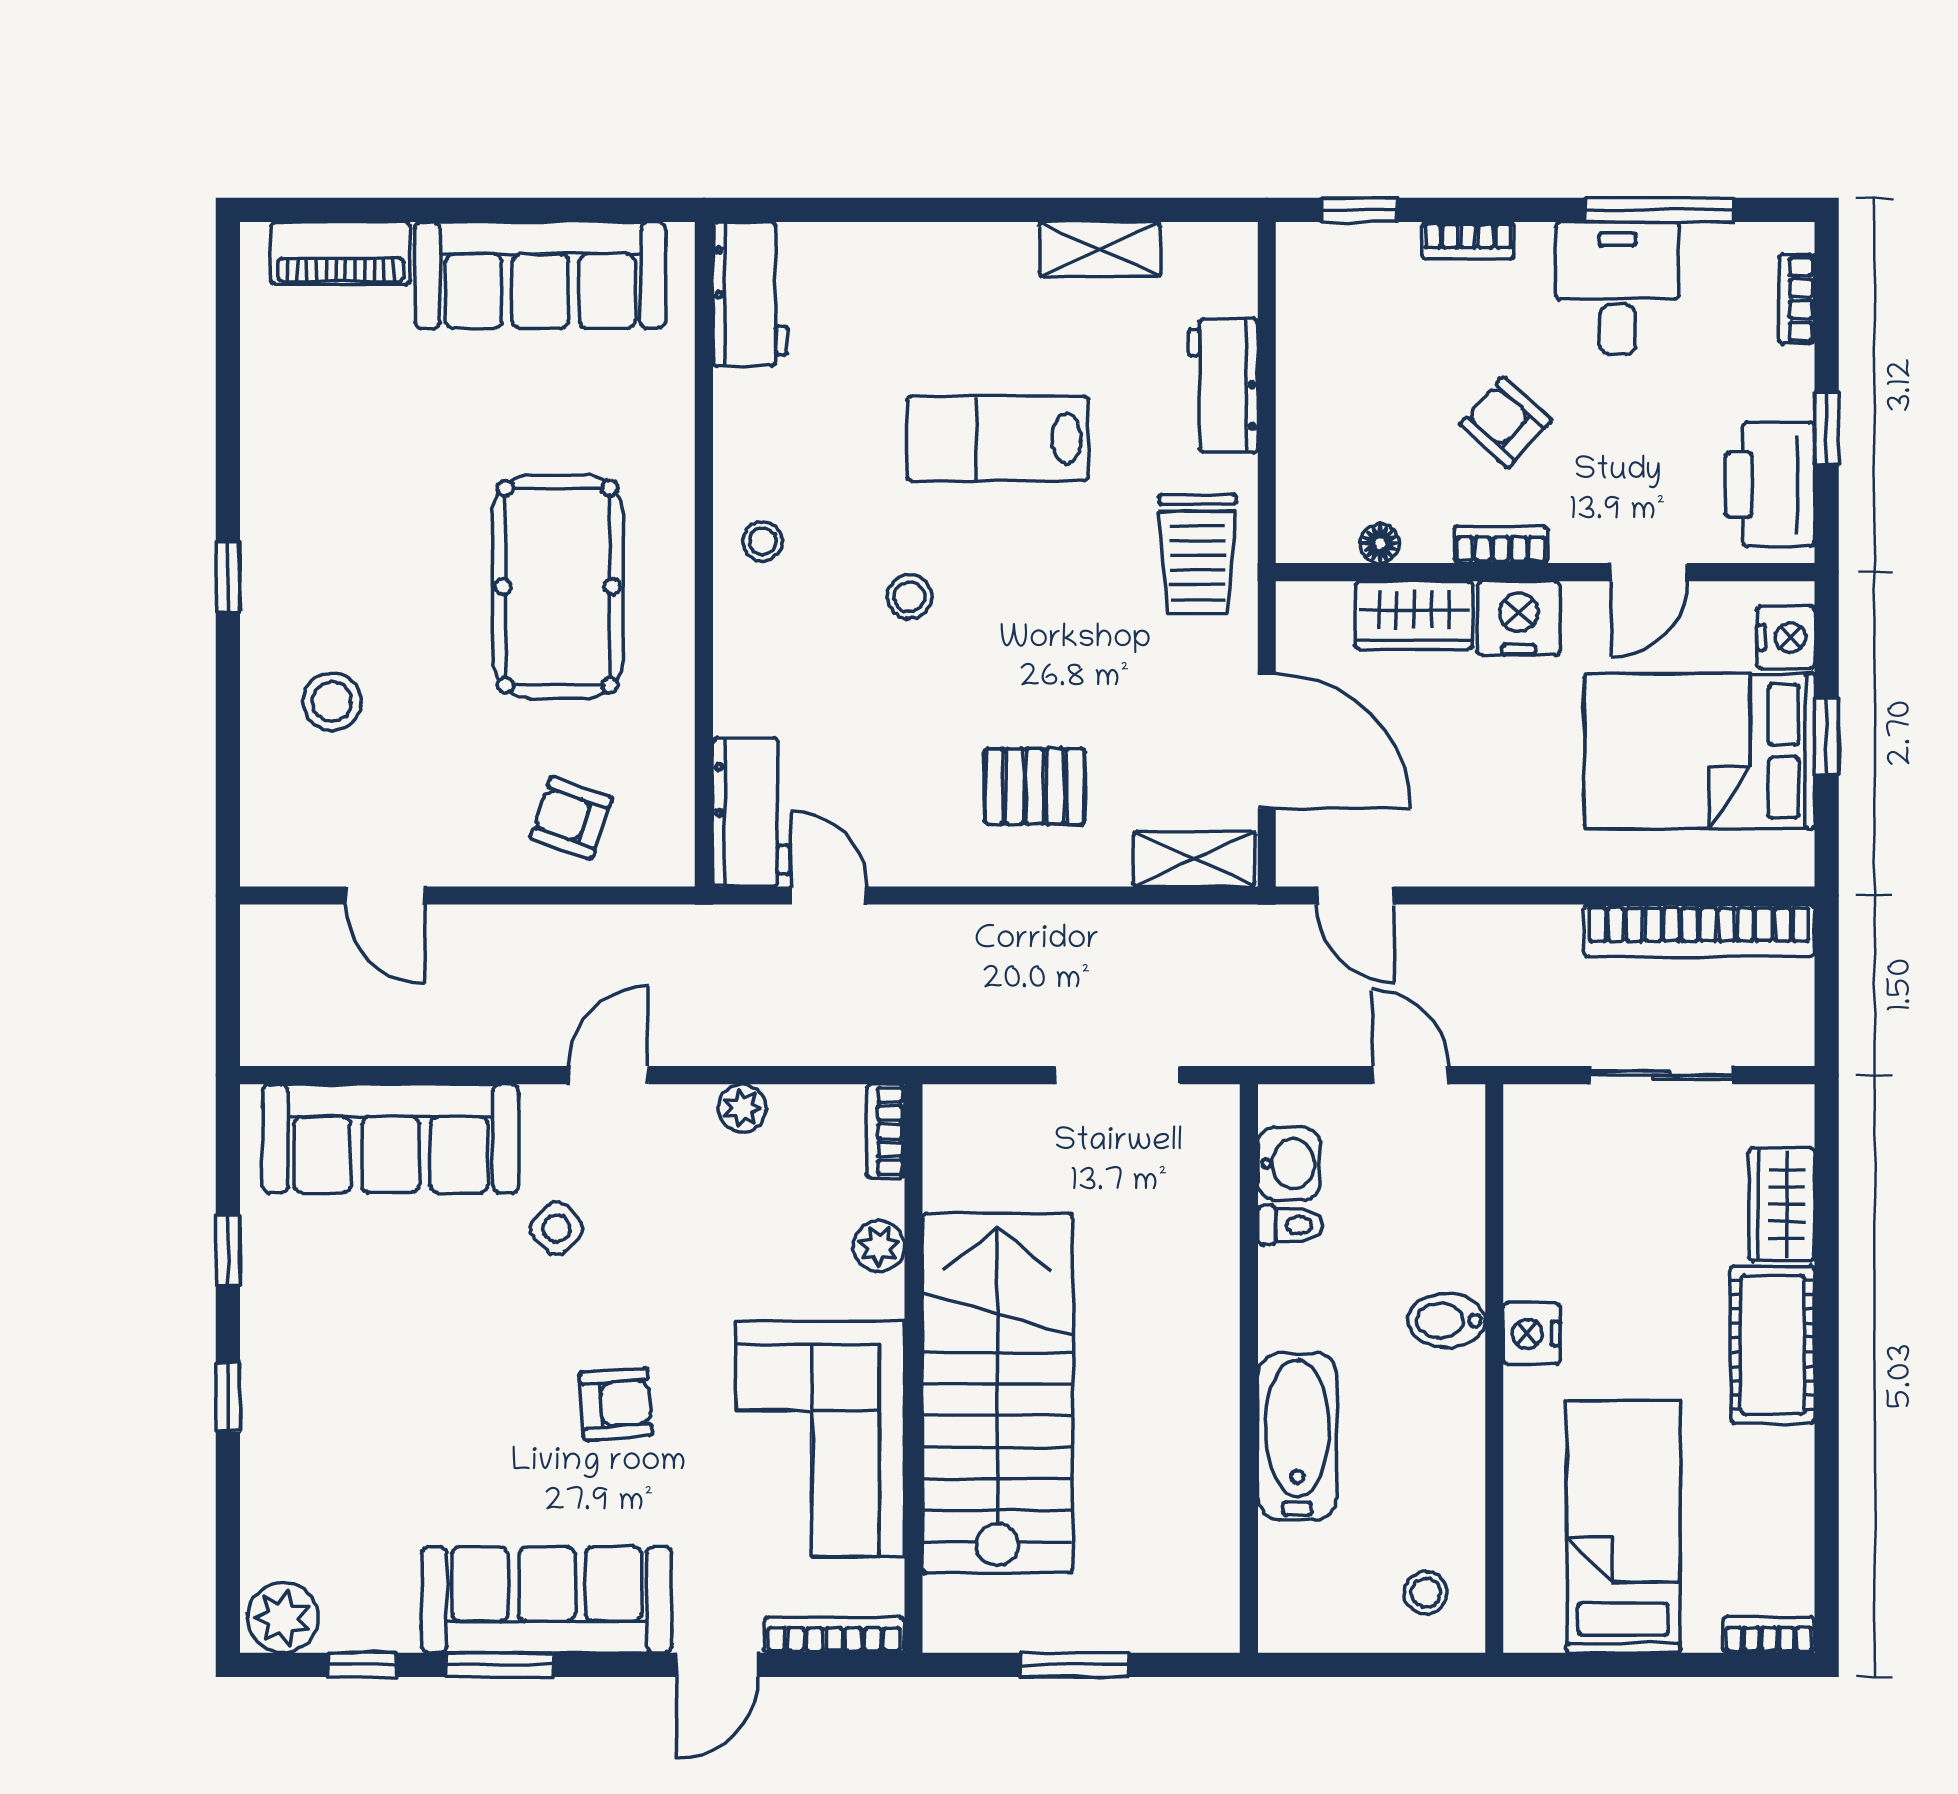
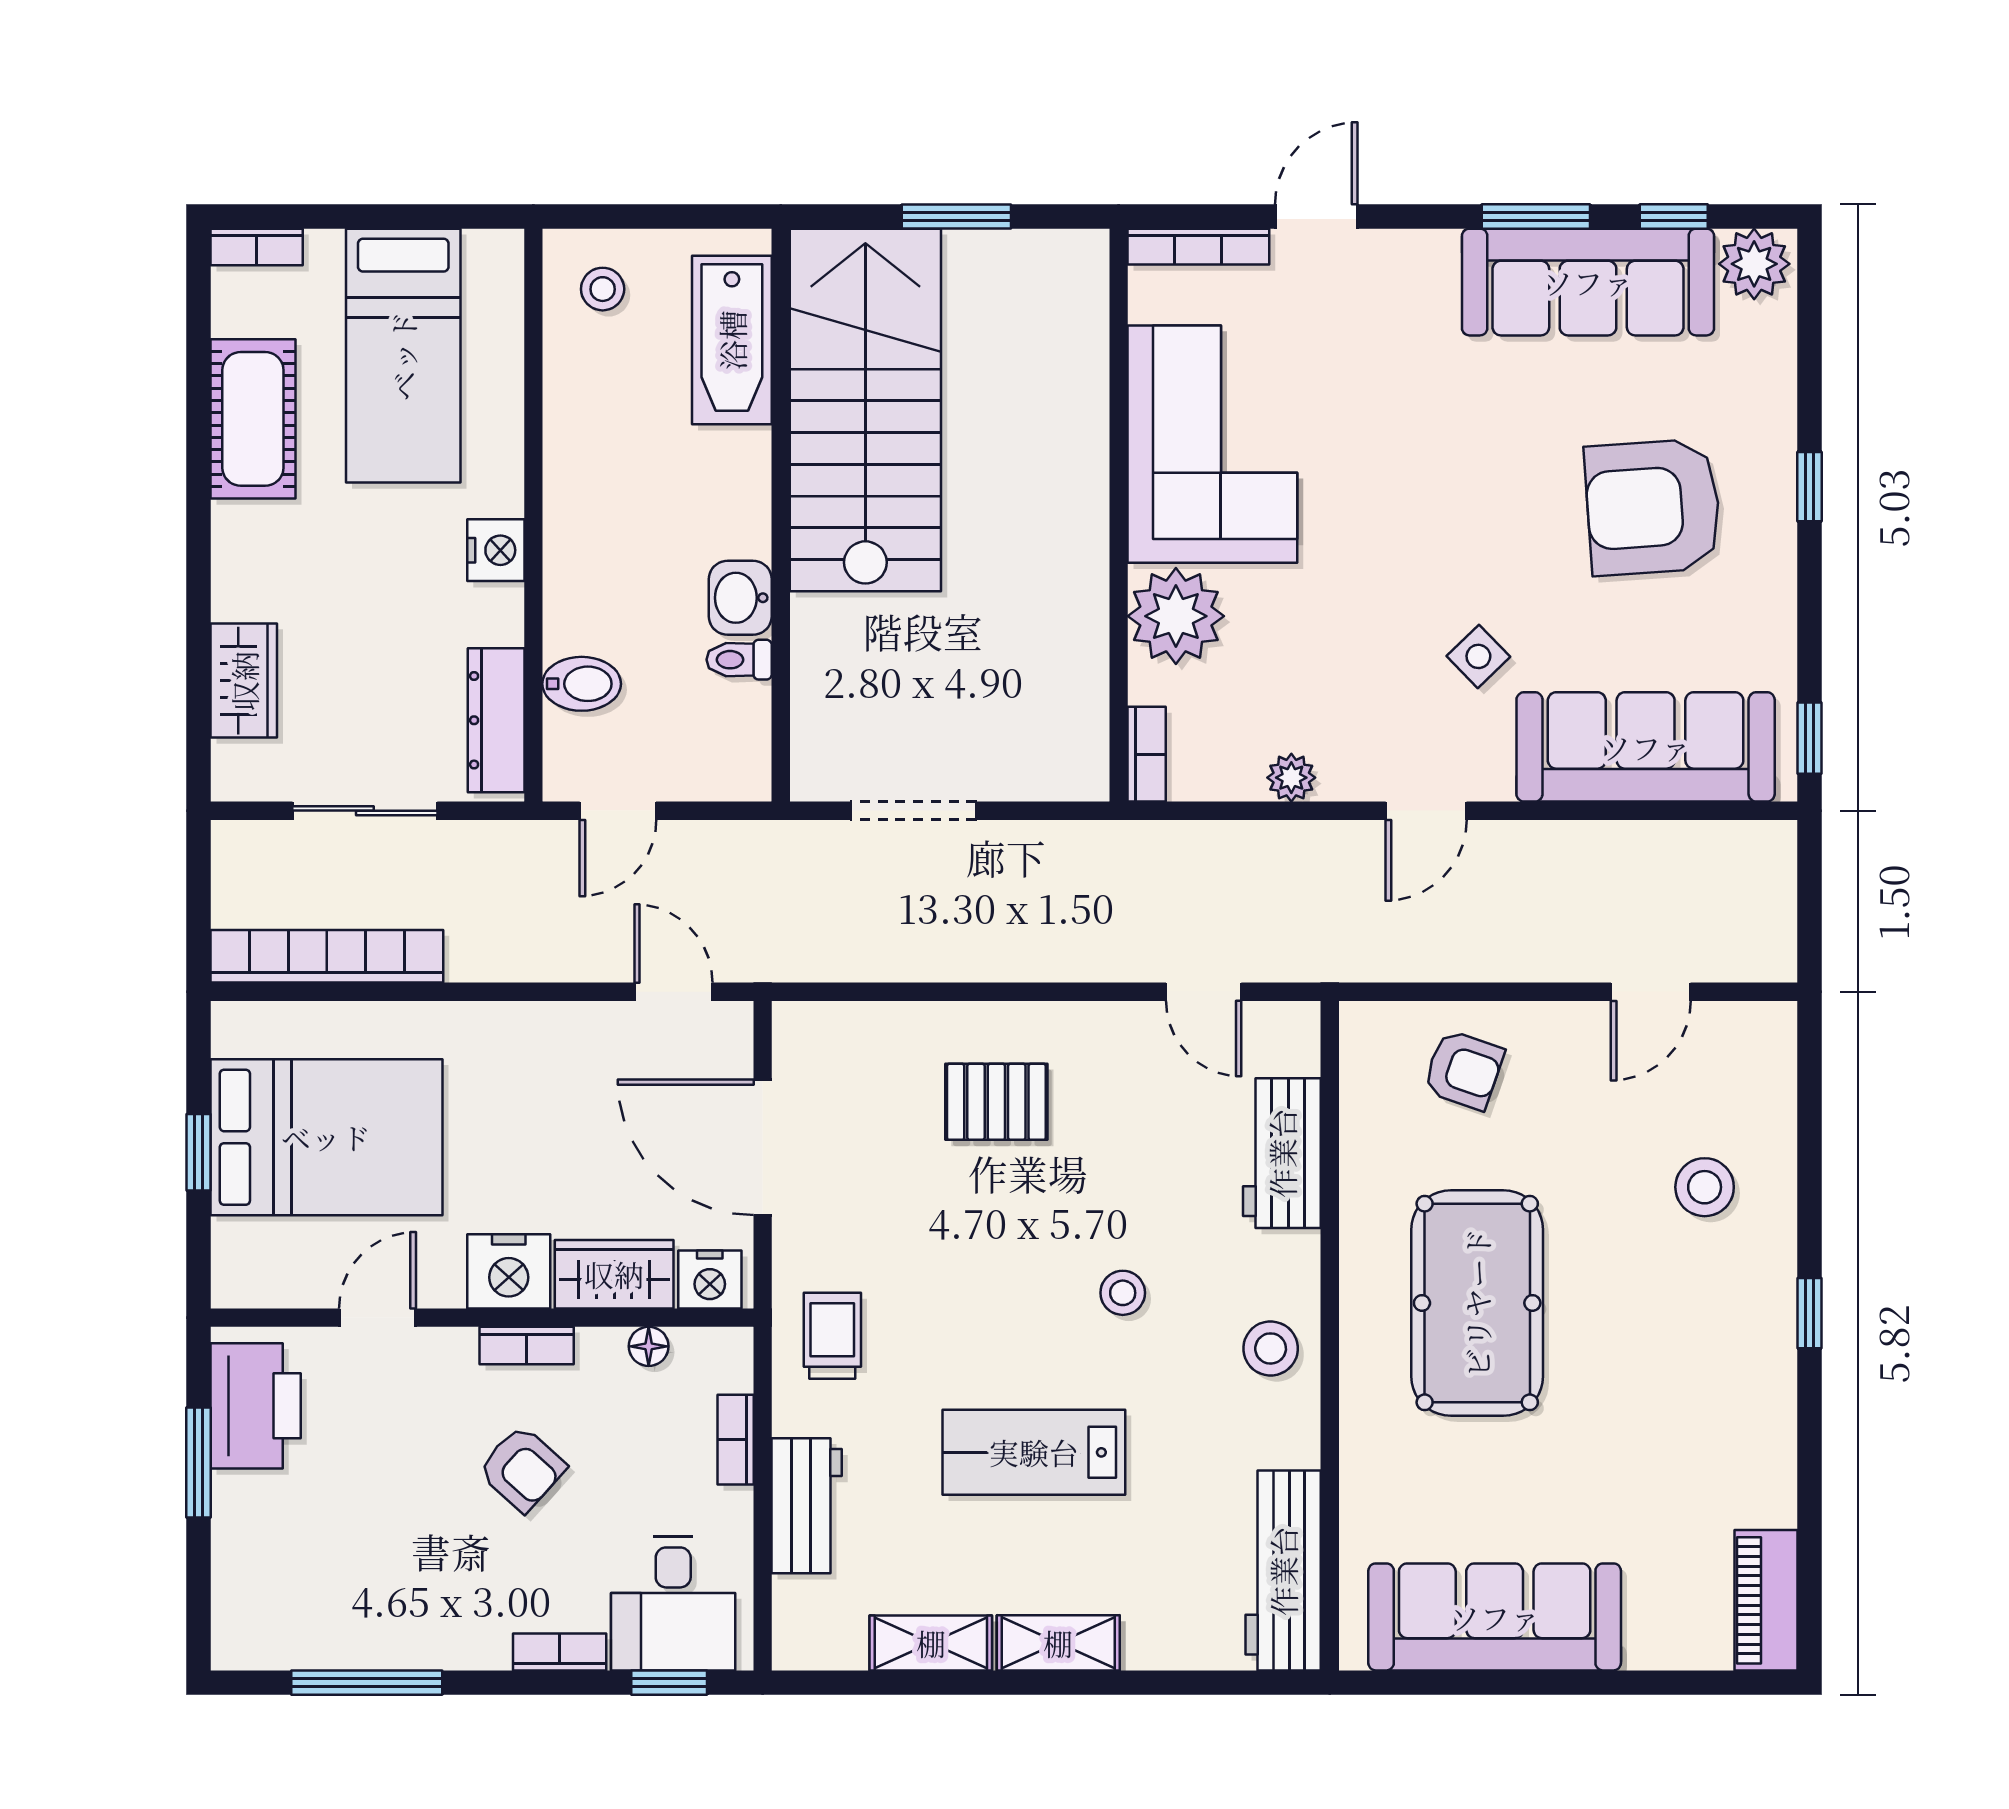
piano: (341, 253) -> (1766, 1600), moved, turned -90
desk: (1617, 288) -> (673, 1604), moved
workbench: (750, 294) -> (1283, 1571), width x1.37
bookcase: (1797, 299) -> (736, 1440), moved, turned 180
window: (1827, 428) -> (198, 1463), width x1.50
lab bench: (998, 438) -> (1034, 1452), turned 180
stool: (763, 541) -> (1271, 1348), width x1.37, depth x1.37
trolley: (1198, 554) -> (832, 1336), width x0.73, depth x0.72
nightstand: (1786, 637) -> (710, 1279), moved, turned -90
workbench: (751, 812) -> (1282, 1153), moved
shelving: (1194, 859) -> (1058, 1643), moved
door: (385, 896) -> (1651, 992), swing flipped
door: (1410, 1075) -> (618, 811), hinge flipped
washbasin: (1289, 1164) -> (740, 598), moved
dresser: (1531, 1165) -> (496, 720), added
plant: (879, 1246) -> (1176, 616), width x1.87, depth x1.87
window: (228, 1251) -> (1809, 738), moved
bidet: (1446, 1320) -> (582, 684), moved
cot: (1773, 1345) -> (253, 419), moved
stairs: (998, 1393) -> (865, 410), moved, turned 180
armchair: (616, 1404) -> (1653, 507), moved, width x1.88, depth x1.88
bathtub: (1297, 1437) -> (732, 340), moved
sofa: (547, 1600) -> (1588, 282), moved

